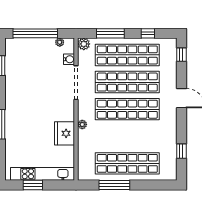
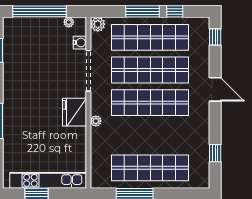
window: (110, 33) -> (143, 11), moved
fridge: (64, 133) -> (74, 112), moved

